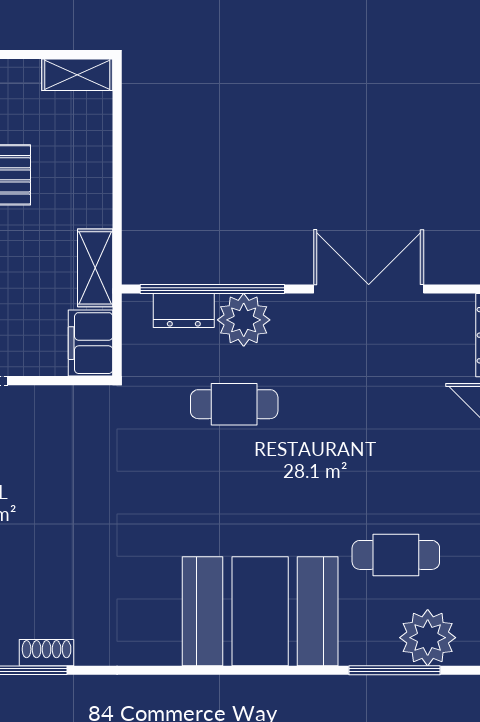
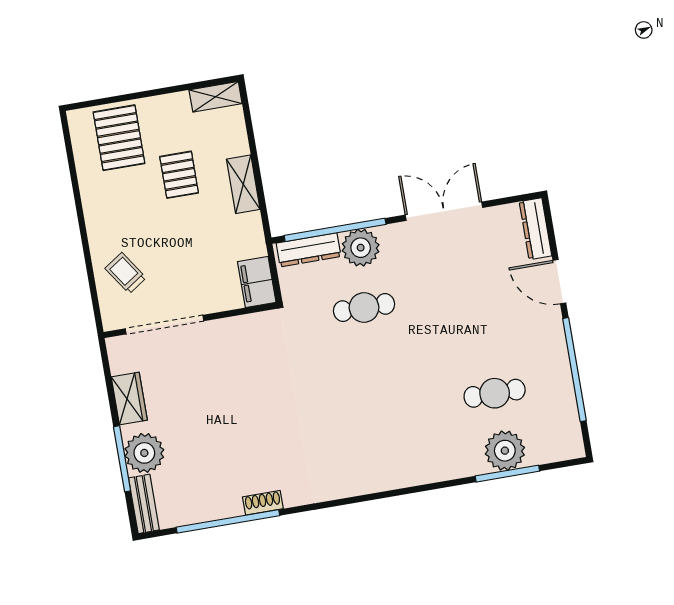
shelving: (95, 268) -> (243, 184), moved
dresser: (184, 311) -> (309, 250), width x1.44
booth: (260, 611) -> (407, 449), removed
plant: (428, 638) -> (505, 451), moved

